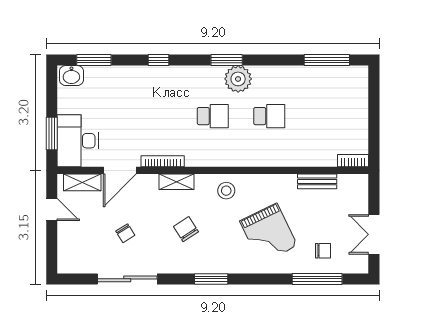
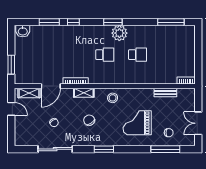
window: (94, 60) -> (49, 22), moved
desk: (78, 141) -> (26, 69), removed
grand piano: (269, 233) -> (137, 123), turned 116

